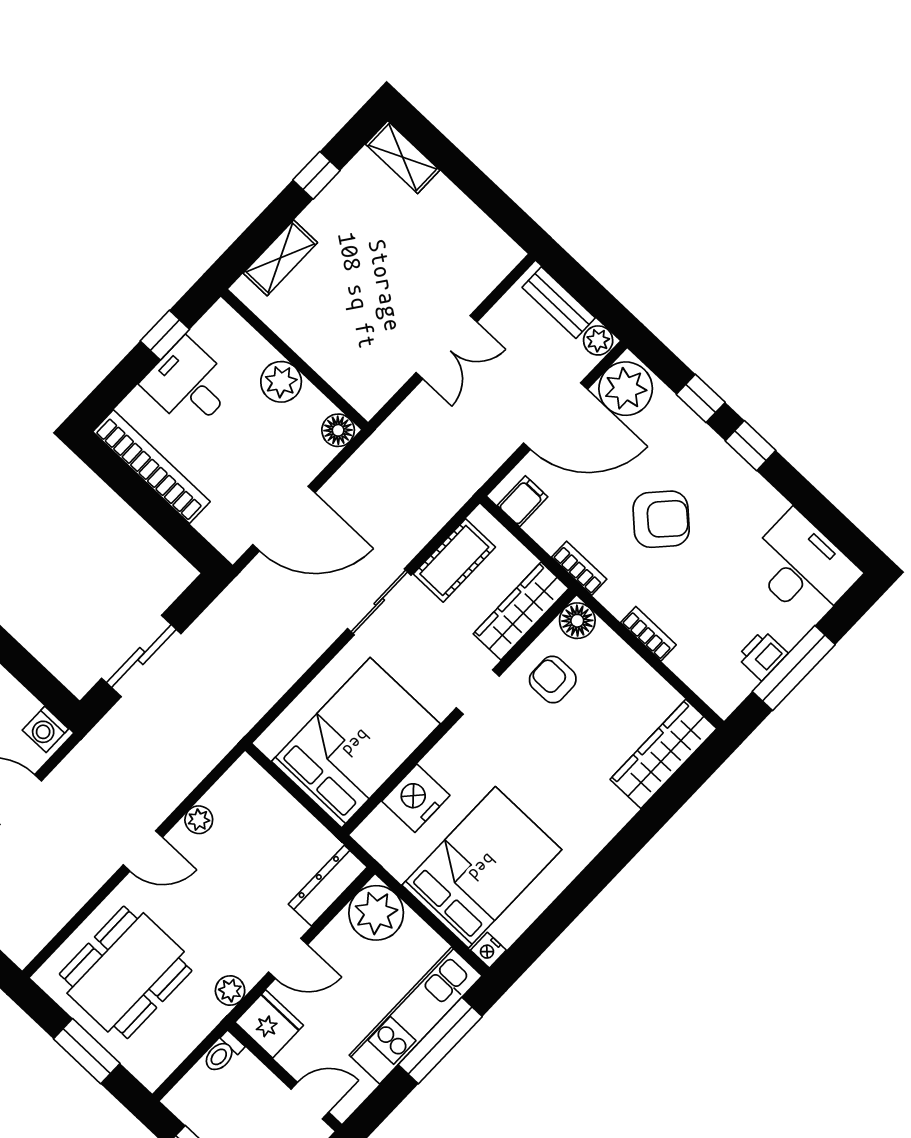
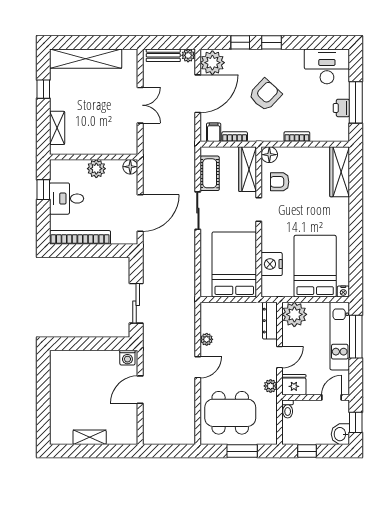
shelving: (403, 157) -> (86, 59), width x2.20, depth x1.33
bookcase: (579, 568) -> (235, 137), moved
dining table: (126, 972) -> (230, 413), turned 90

